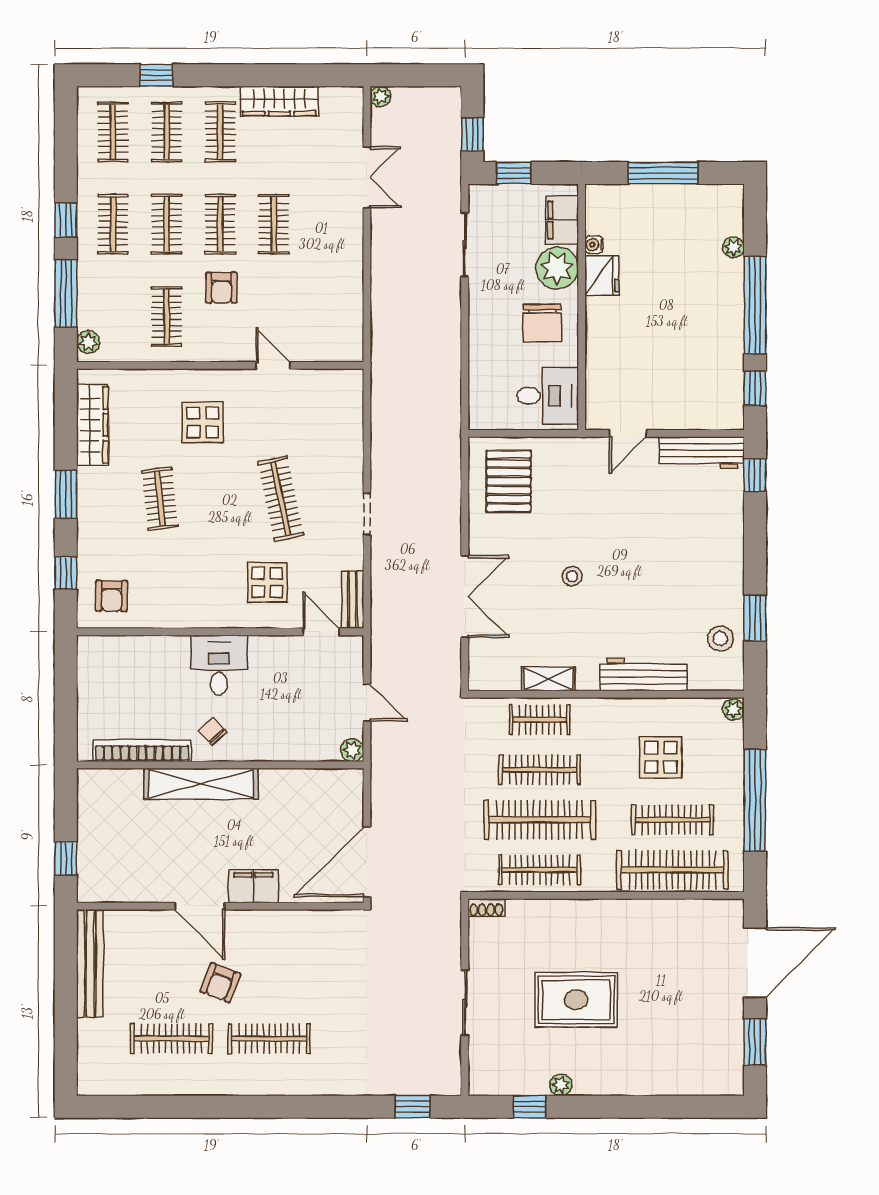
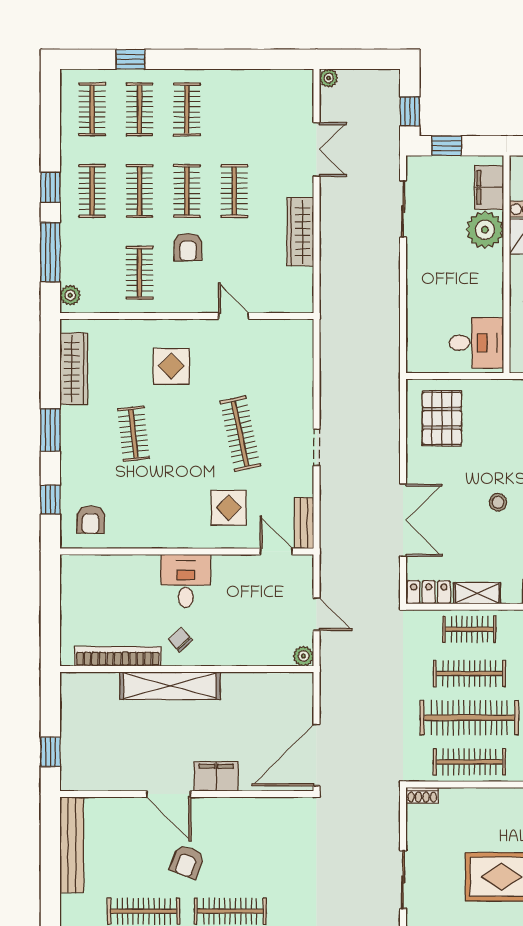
wardrobe: (279, 101) -> (300, 232), moved, turned 90
chair: (542, 323) -> (471, 278), removed
locker: (494, 678) -> (429, 592), added

